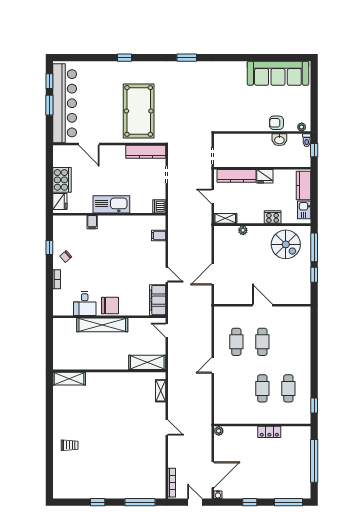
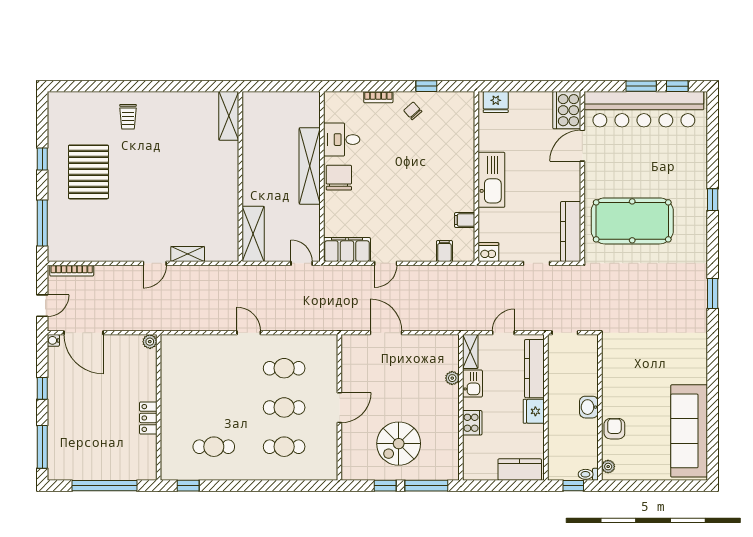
washbasin: (279, 140) -> (589, 407), moved
cooker: (62, 180) -> (567, 110), moved, turned 90
kitchen sink: (304, 210) -> (472, 384), moved, turned 90
filing cabinet: (92, 222) -> (465, 220), moved
spiral stairs: (286, 244) -> (399, 444), moved
chair: (110, 305) -> (339, 178), turned 180
door: (167, 330) -> (302, 263), hinge flipped
cafe table: (262, 388) -> (284, 447), moved
shelving: (161, 391) -> (188, 254), moved
pallet: (106, 472) -> (88, 172), added

